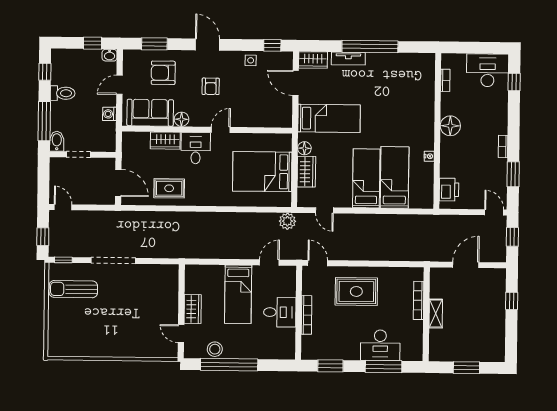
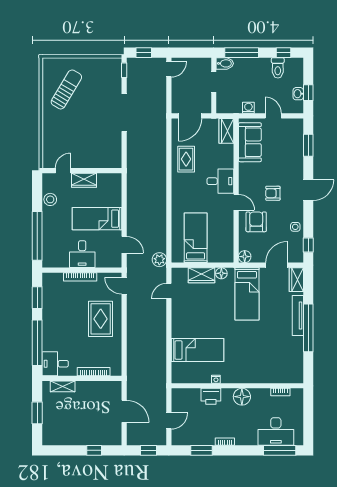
washbasin: (110, 55) -> (298, 94), moved
tv unit: (348, 59) -> (298, 315), width x1.41
desk: (488, 70) -> (276, 431), moved, turned 90
armchair: (163, 73) -> (256, 222), moved
window: (514, 82) -> (280, 450), width x2.17
toilet: (63, 93) -> (278, 68), moved
floor lamp: (181, 119) -> (245, 257), moved
wardrobe: (165, 141) -> (226, 131), moved
bed: (262, 172) -> (196, 238), width x0.67
bed: (366, 178) -> (196, 326), removed
printer: (449, 190) -> (211, 396), moved
door: (494, 212) -> (169, 421), moved
door: (318, 263) -> (124, 286), swing flipped
sun lounger: (73, 289) -> (66, 89), moved, turned 31
shelving: (436, 313) -> (63, 386), moved
desk: (380, 345) -> (55, 364), moved, width x0.73
window: (229, 365) -> (37, 236), moved
window: (384, 367) -> (37, 343), width x1.46

